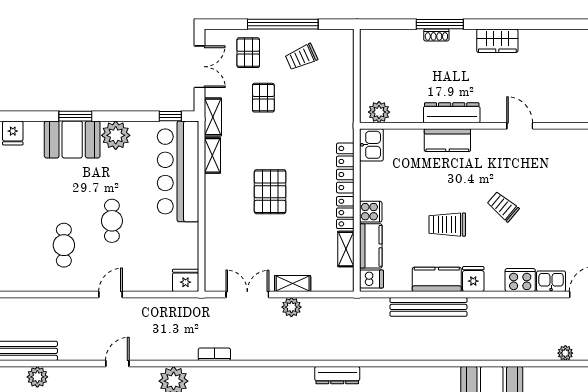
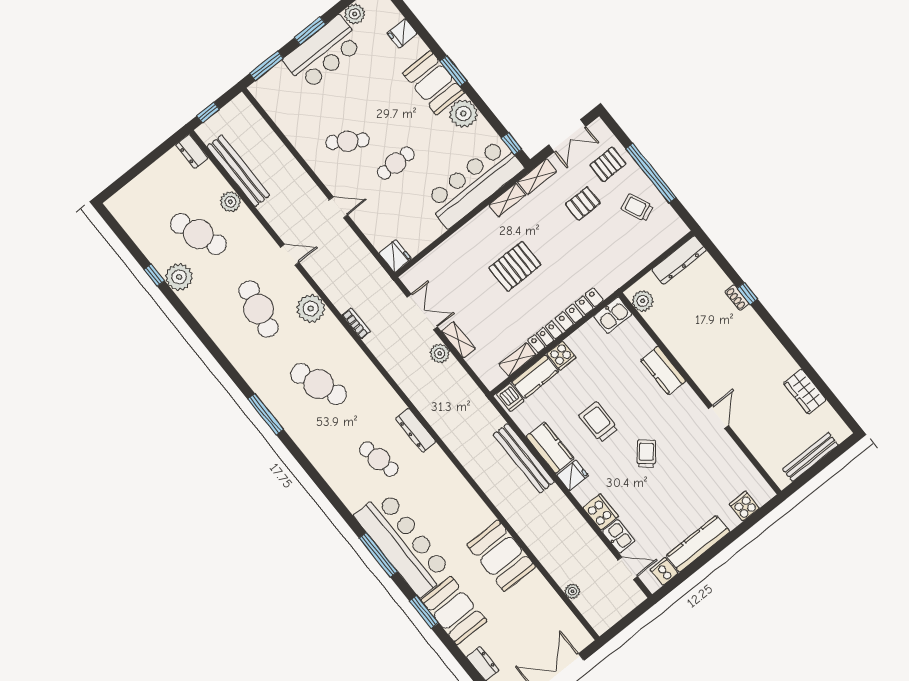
window: (440, 24) -> (747, 293), width x0.46
wardrobe: (497, 41) -> (805, 391), moved
dresser: (452, 113) -> (679, 260), moved, turned 90
cafe table: (64, 245) -> (348, 141), turned 34

